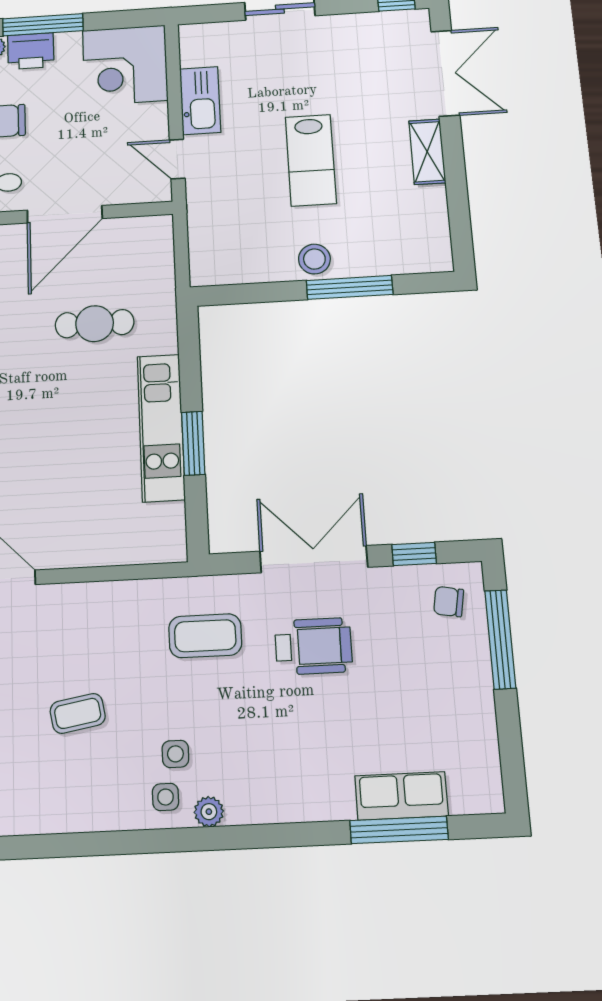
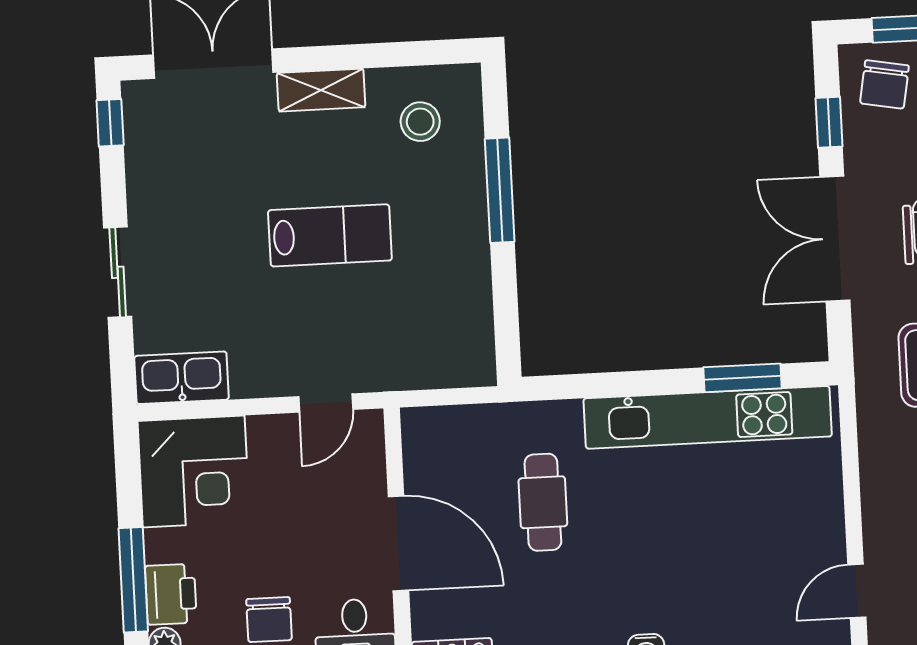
kitchen sink: (200, 101) -> (182, 378), moved
stool: (314, 259) -> (420, 122), moved
kitchen unit: (161, 427) -> (708, 417), width x1.36
window: (193, 443) -> (743, 378), moved
chair: (449, 602) -> (884, 84), width x1.37, depth x1.37

